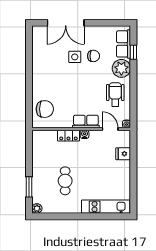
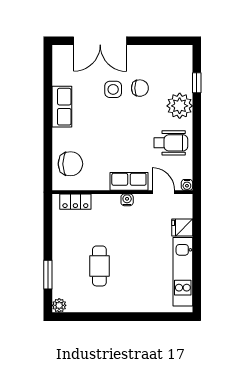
row of seats: (124, 44) -> (62, 107), moved, turned 180
wheelchair: (115, 94) -> (171, 143), turned 90
locker: (68, 136) -> (75, 202), moved
kitchen unit: (106, 207) -> (183, 272), moved, turned -90

